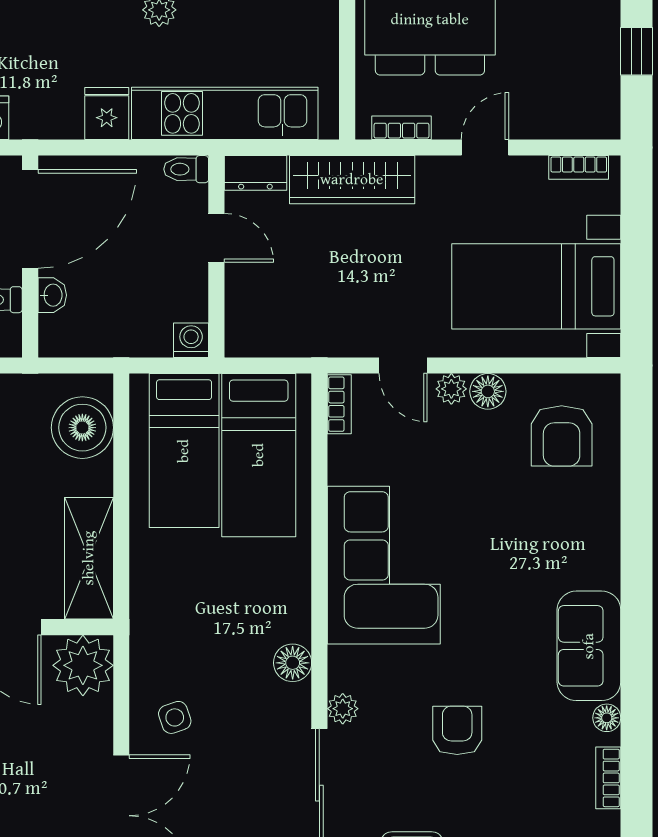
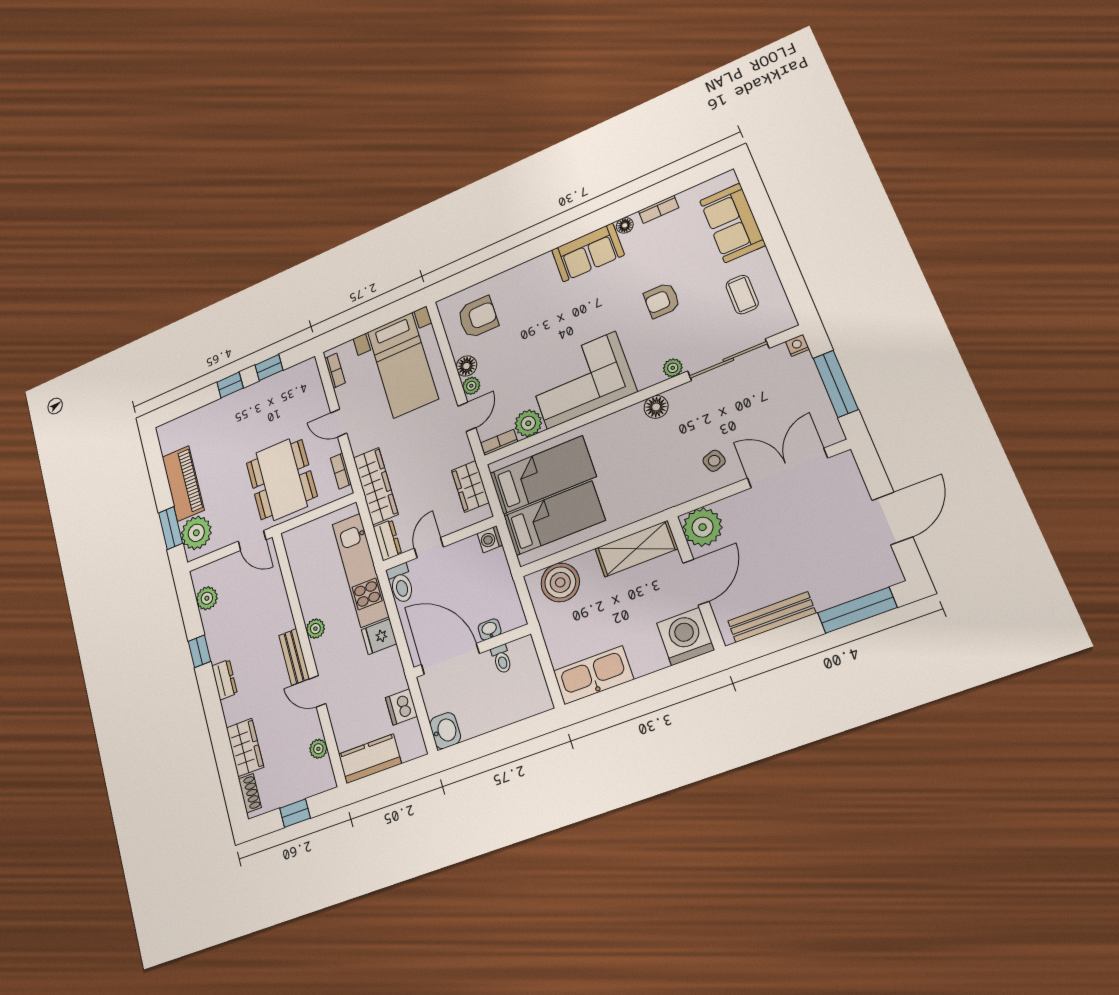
toilet: (186, 169) -> (401, 583), width x1.37, depth x1.39
wardrobe: (288, 335) -> (470, 486), added
plant: (350, 460) -> (528, 423), added

